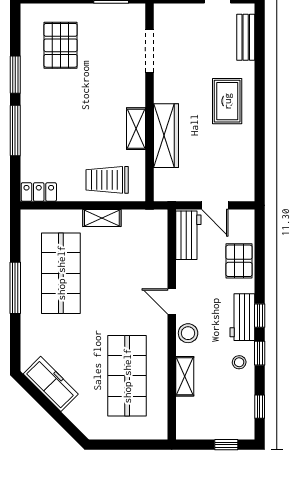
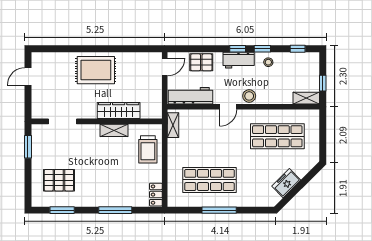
bench: (246, 37) -> (54, 58), removed
window: (15, 75) -> (62, 210), moved
rug: (227, 101) -> (96, 70), width x1.36, depth x1.43
door: (215, 205) -> (165, 67), moved
shelving: (102, 218) -> (173, 125), moved
workbench: (188, 235) -> (191, 96), width x1.37
shelving: (185, 376) -> (306, 98), moved
freezer: (51, 384) -> (286, 183), width x0.71
window: (226, 445) -> (323, 83), moved

